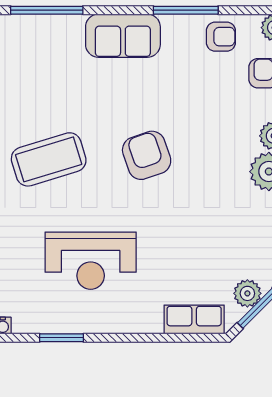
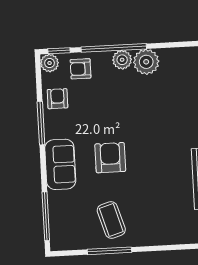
armchair: (147, 155) -> (110, 158), moved, turned 109
coffee table: (49, 159) -> (111, 220), moved, width x0.73, depth x0.76

